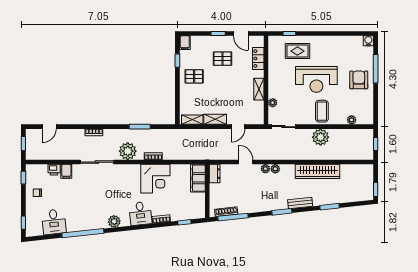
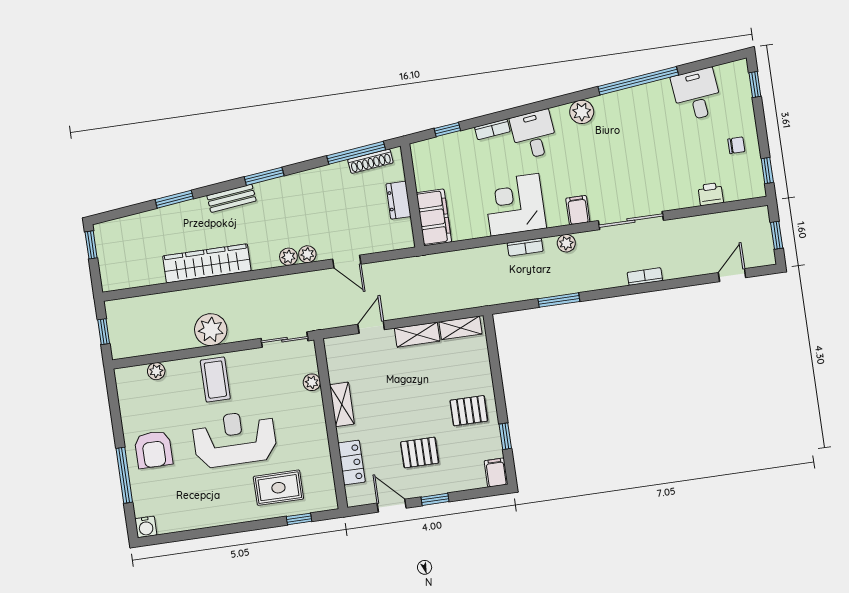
plant: (128, 151) -> (566, 243), width x0.53, depth x0.53
filing cabinet: (66, 171) -> (578, 210), moved
dresser: (215, 174) -> (398, 200), moved

